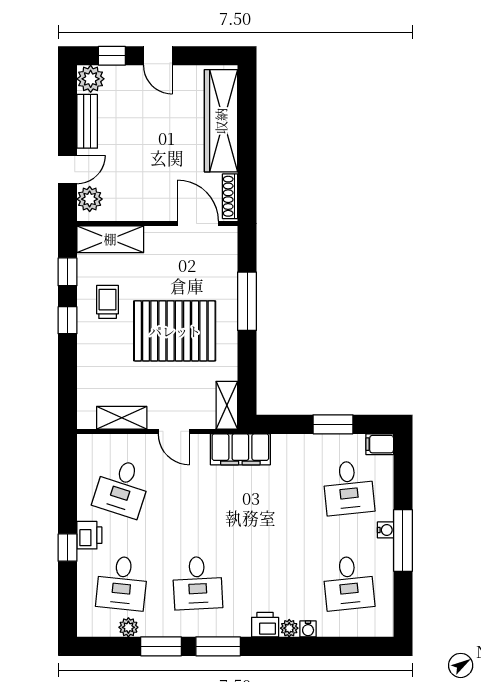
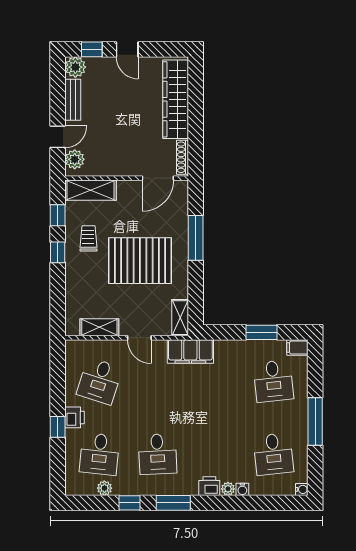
door: (198, 224) -> (158, 178), swing flipped
water cooler: (386, 530) -> (302, 489), moved
window: (161, 646) -> (130, 503), width x0.67

